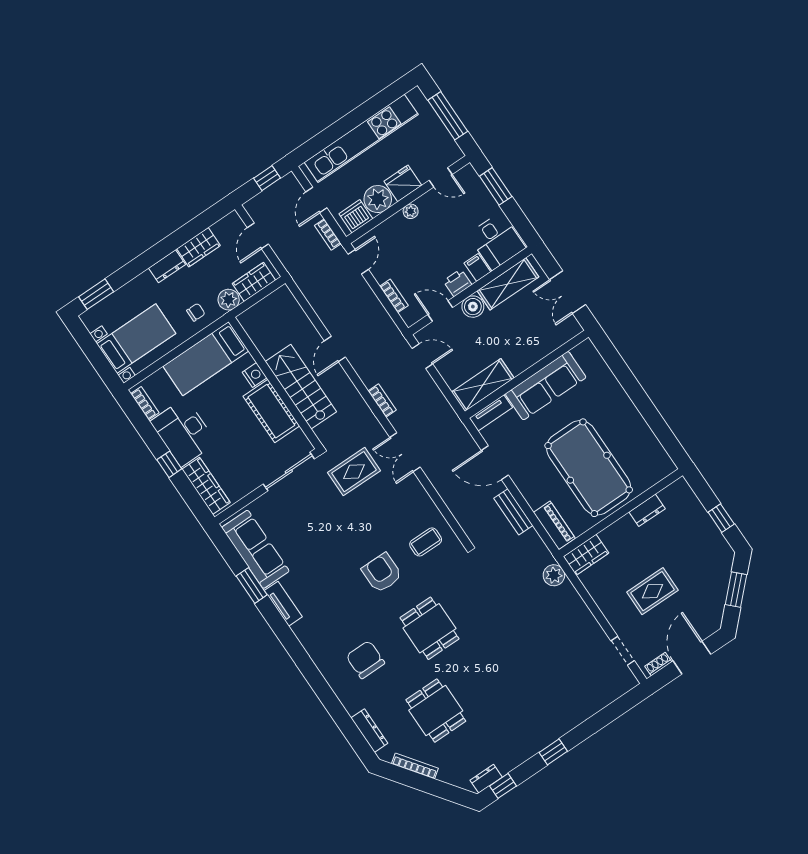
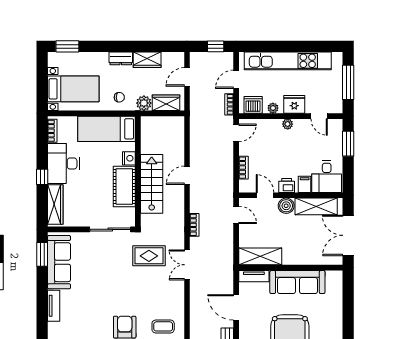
plant: (378, 199) -> (273, 108), width x0.53, depth x0.53
double door: (568, 292) -> (348, 235), width x1.37
window: (252, 585) -> (42, 254), moved

